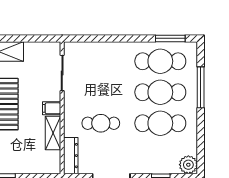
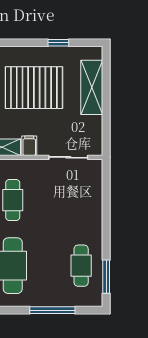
cafe table: (160, 61) -> (81, 266), width x0.73, depth x0.74
cafe table: (160, 92) -> (47, 266), removed

